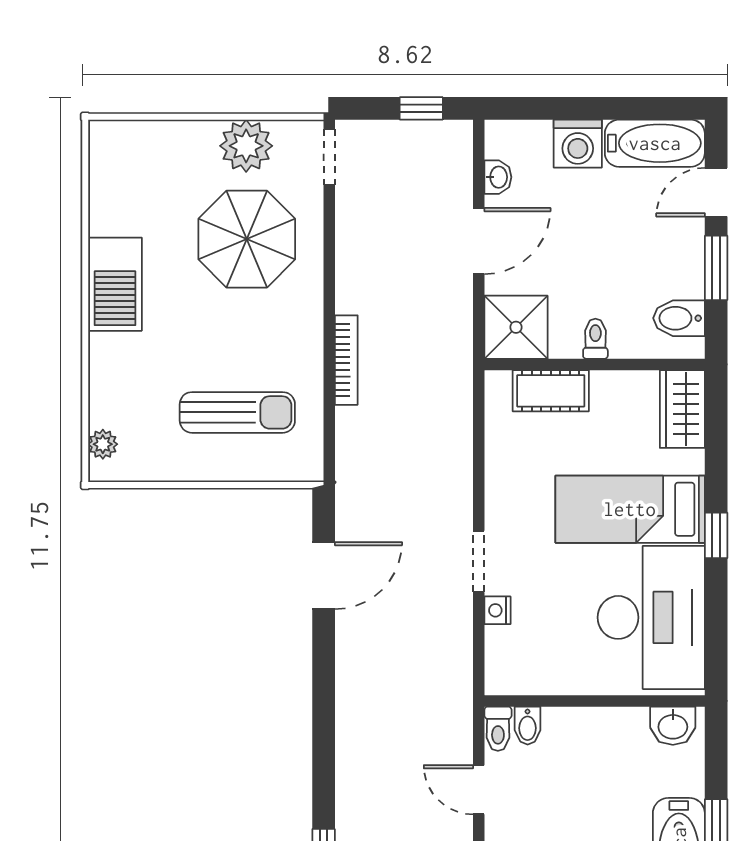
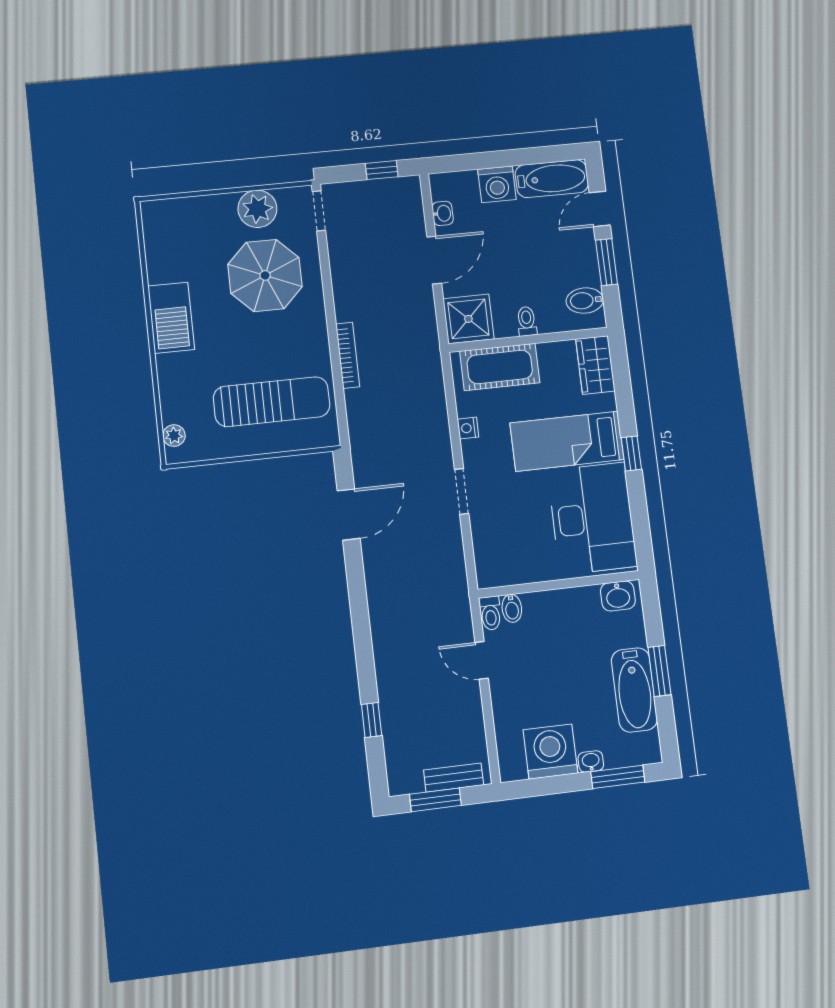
cot: (551, 391) -> (500, 367), width x1.37, depth x1.34
sun lounger: (237, 412) -> (272, 402), width x1.36, depth x1.34
nightstand: (497, 610) -> (468, 428), moved

